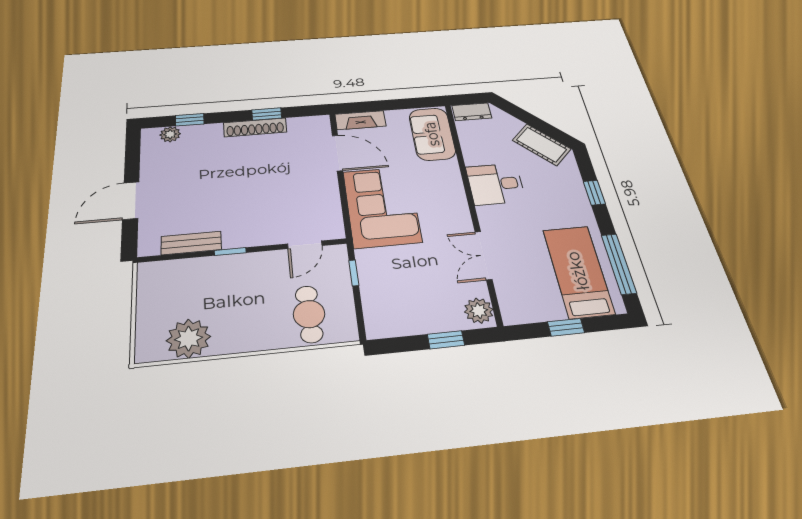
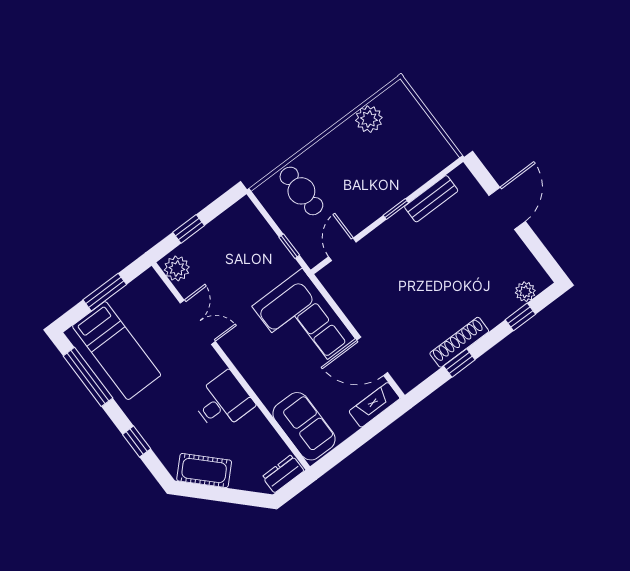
window: (566, 327) -> (105, 292), width x1.50
plant: (189, 339) -> (369, 119), width x0.73, depth x0.73

